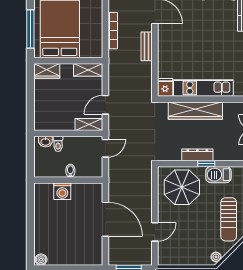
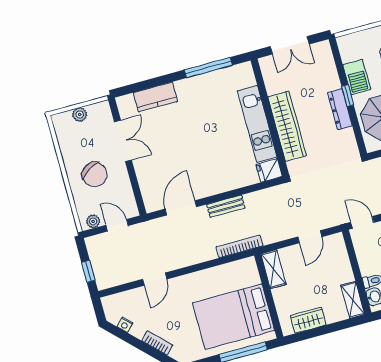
bookcase: (113, 31) -> (240, 246), moved
wardrobe: (47, 71) -> (308, 320), moved, turned -90
door: (105, 105) -> (310, 237), hinge flipped
shelving: (89, 125) -> (353, 300), moved

